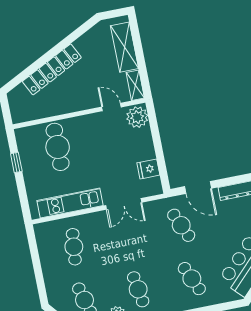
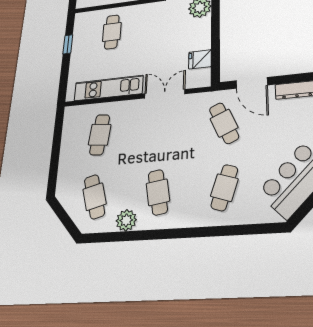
cafe table: (58, 147) -> (112, 32), width x0.73, depth x0.74
double door: (124, 204) -> (165, 94), swing flipped
cafe table: (192, 279) -> (224, 188), turned 42

